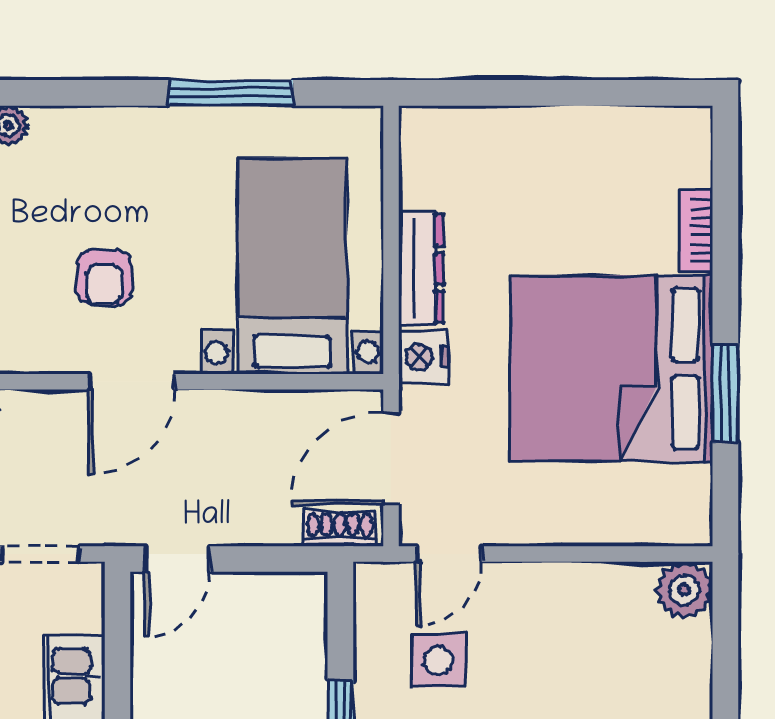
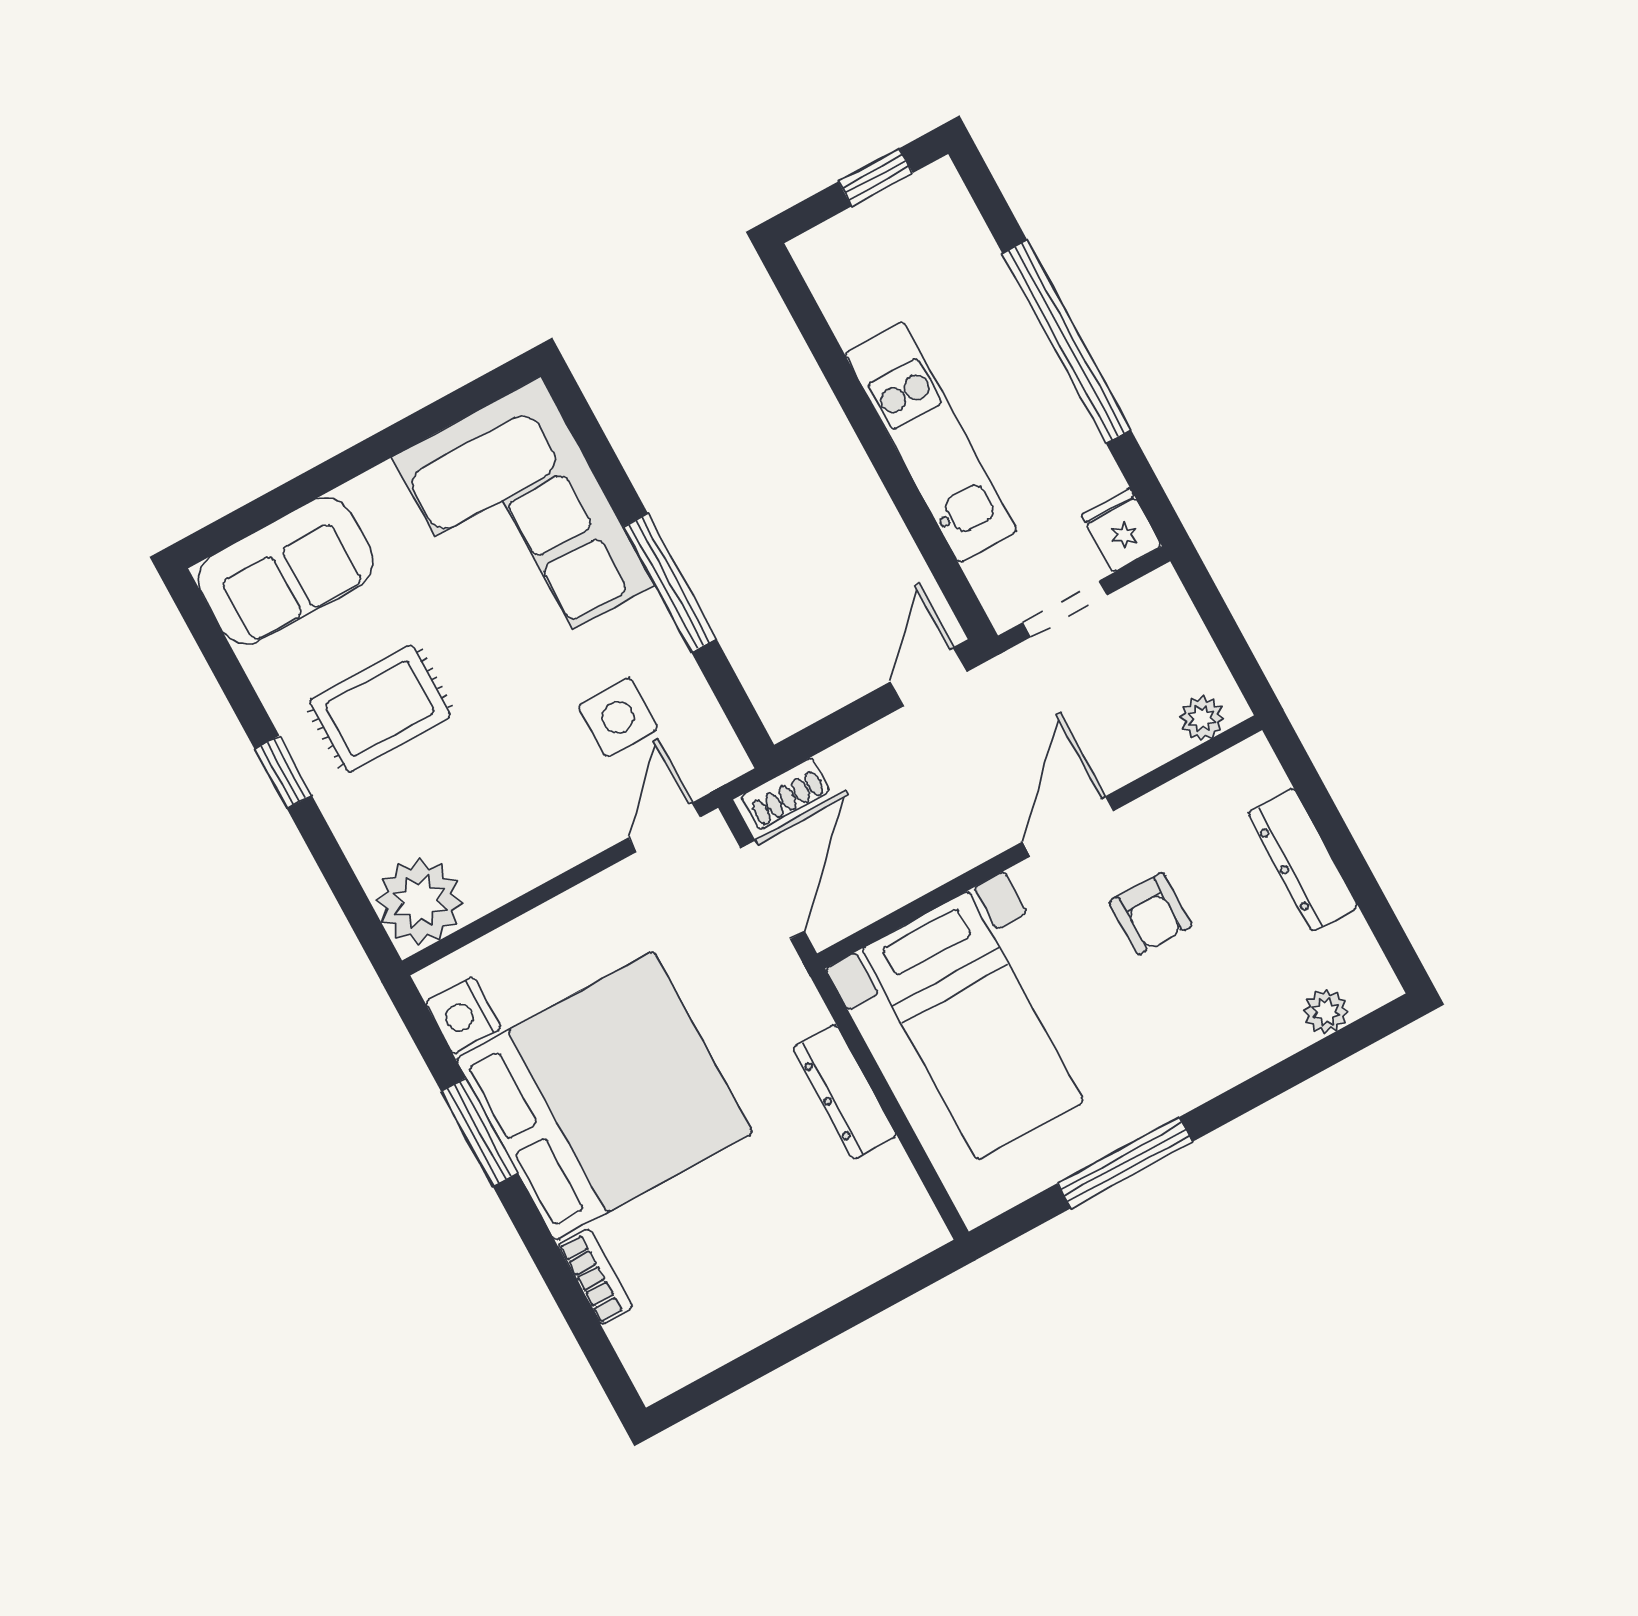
armchair: (104, 278) -> (1150, 914), turned 180
nightstand: (423, 357) -> (463, 1015), moved, turned 180
plant: (684, 590) -> (419, 902), width x1.36, depth x1.36

